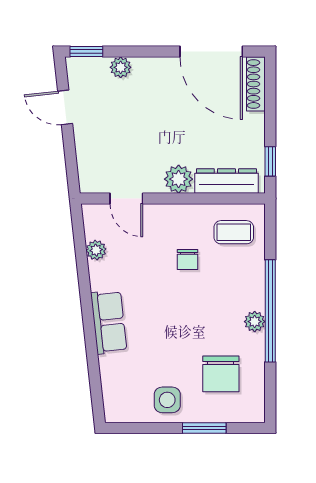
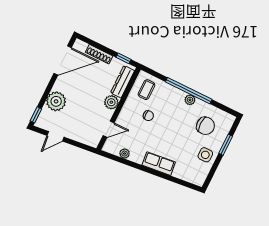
plant: (121, 67) -> (56, 101), width x1.88, depth x1.88
shoe rack: (256, 84) -> (99, 54), moved

